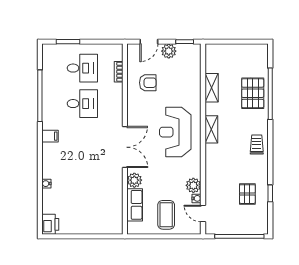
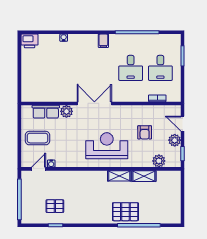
armchair: (148, 83) -> (145, 132), moved
pallet: (253, 93) -> (125, 212), moved
shelving: (211, 129) -> (119, 176), moved
trolley: (257, 145) -> (96, 214), removed
double door: (125, 147) -> (94, 103), swing flipped
plant: (193, 185) -> (159, 161), moved

